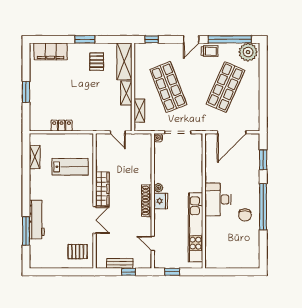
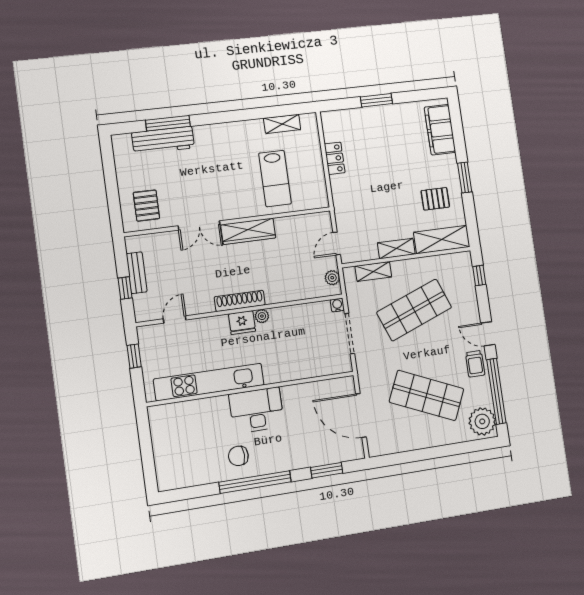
plant: (140, 138) -> (332, 278), added
workbench: (37, 219) -> (163, 140), moved

